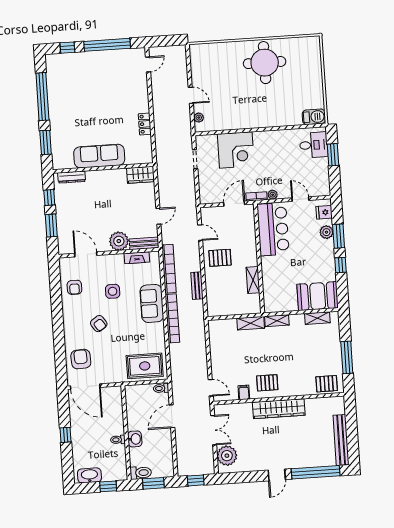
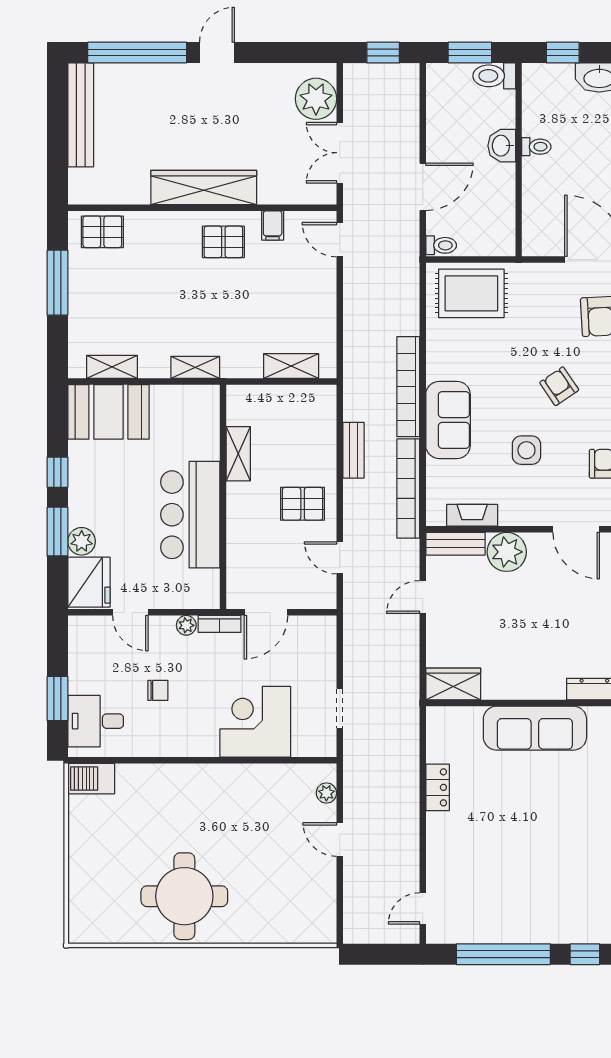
chair: (284, 162) -> (158, 690), added
fridge: (324, 212) -> (89, 582), width x1.88, depth x1.34
bar counter: (273, 229) -> (190, 515), moved
shelving: (251, 323) -> (291, 366), moved

